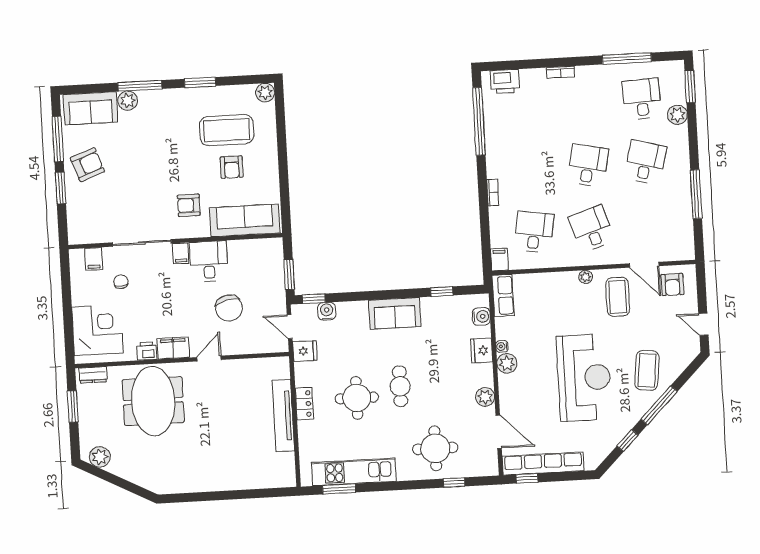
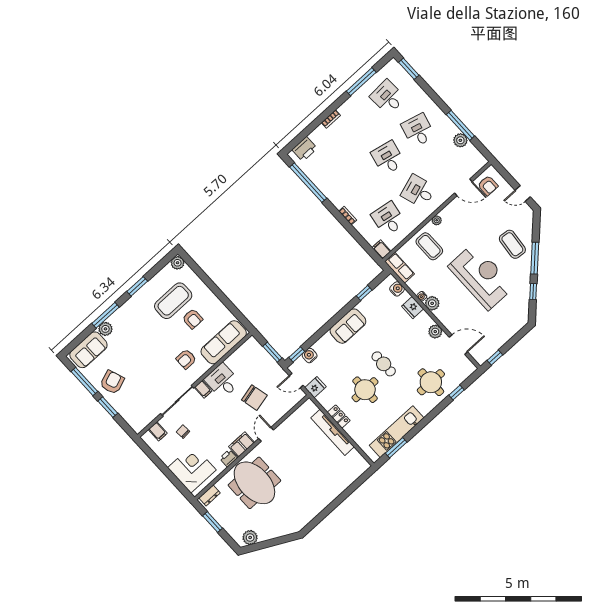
plant: (677, 115) -> (460, 140), moved
coffee table: (618, 297) -> (429, 246), moved
row of seats: (543, 463) -> (497, 342), removed

